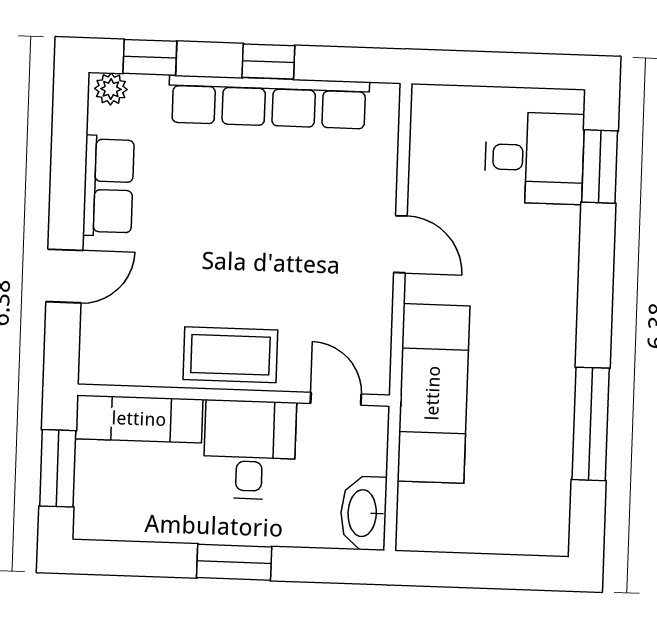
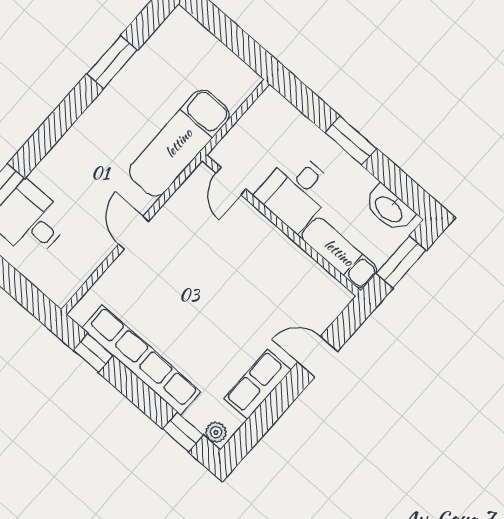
window: (268, 61) -> (93, 353), moved
coffee table: (230, 355) -> (266, 247), removed
window: (591, 424) -> (112, 62), width x0.69
washbasin: (364, 513) -> (389, 209), moved, turned 90

